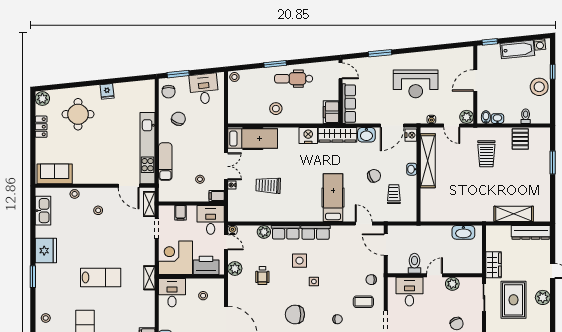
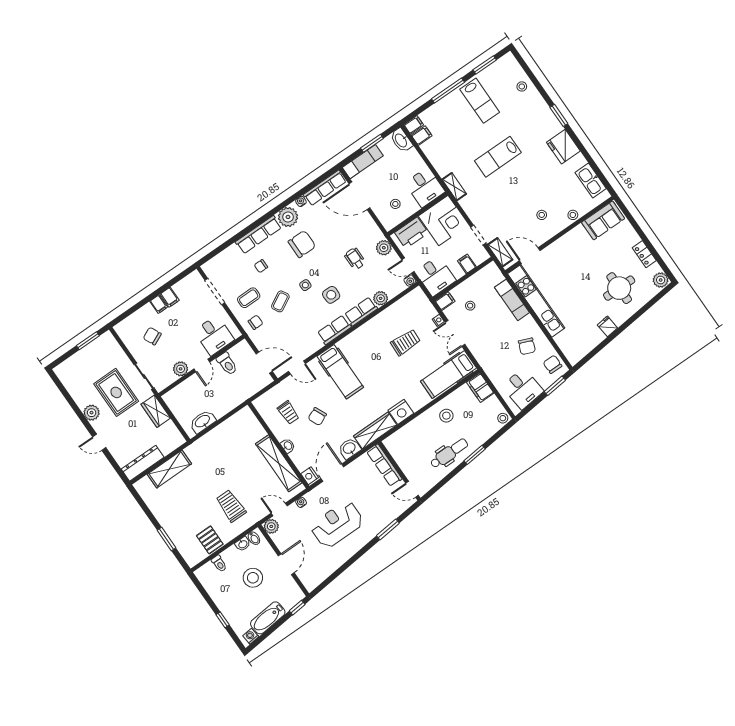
stool: (539, 87) -> (253, 578), moved
filing cabinet: (331, 112) -> (480, 388), moved, turned 180
coffee table: (341, 282) -> (280, 301), added

